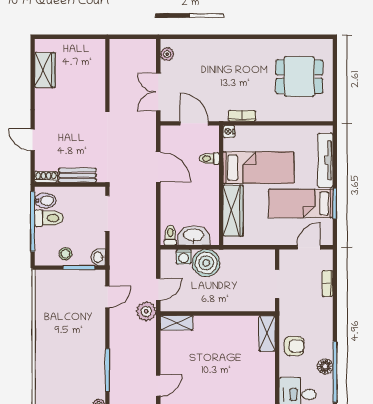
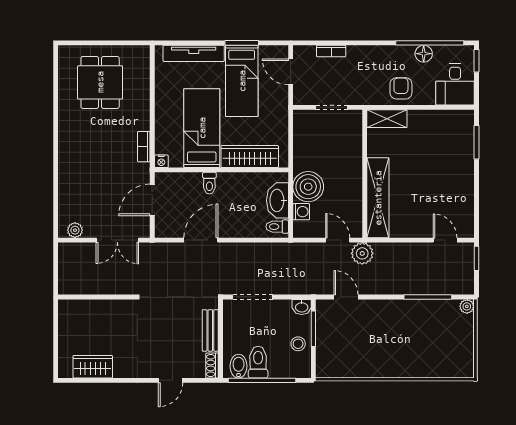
toilet: (209, 159) -> (209, 183), moved
shelving: (177, 323) -> (378, 198), width x2.20, depth x1.33

